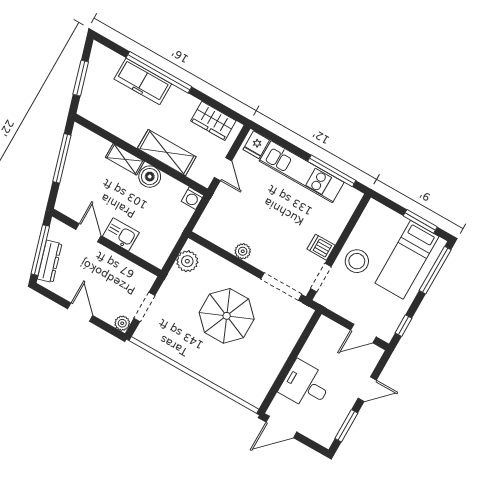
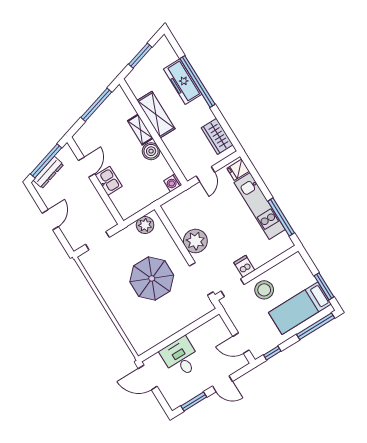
shelving: (167, 153) -> (156, 115), moved
plant: (243, 251) -> (195, 241), width x1.88, depth x1.88
plant: (122, 323) -> (76, 244), removed

